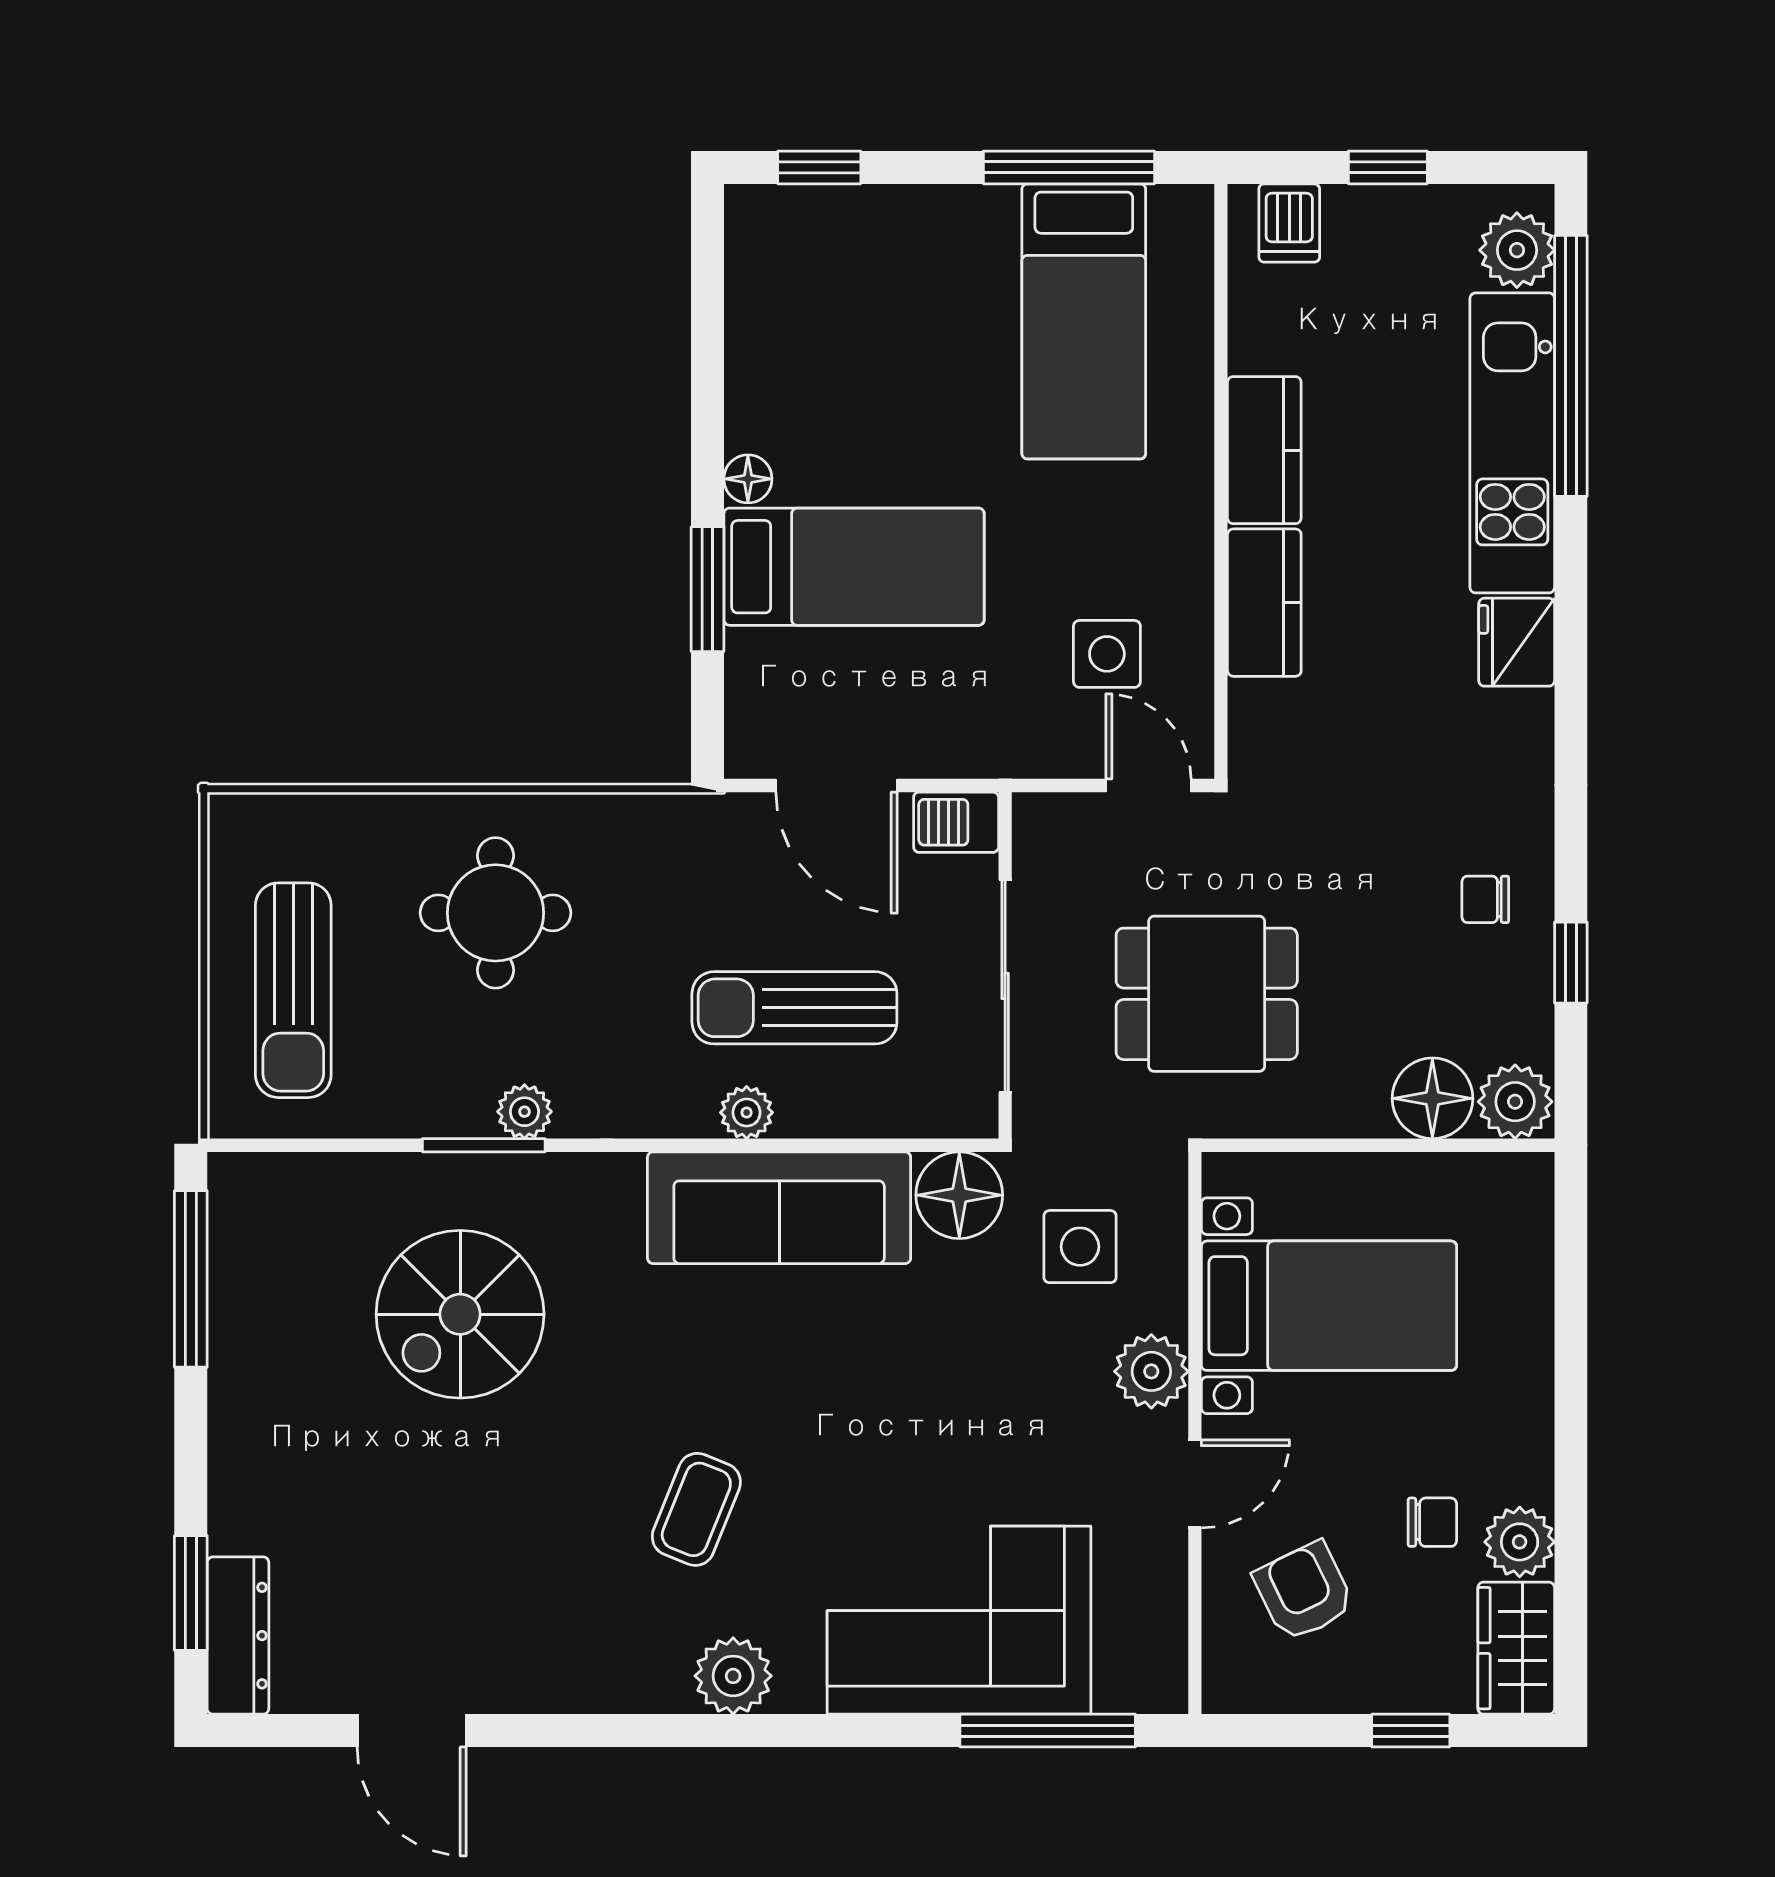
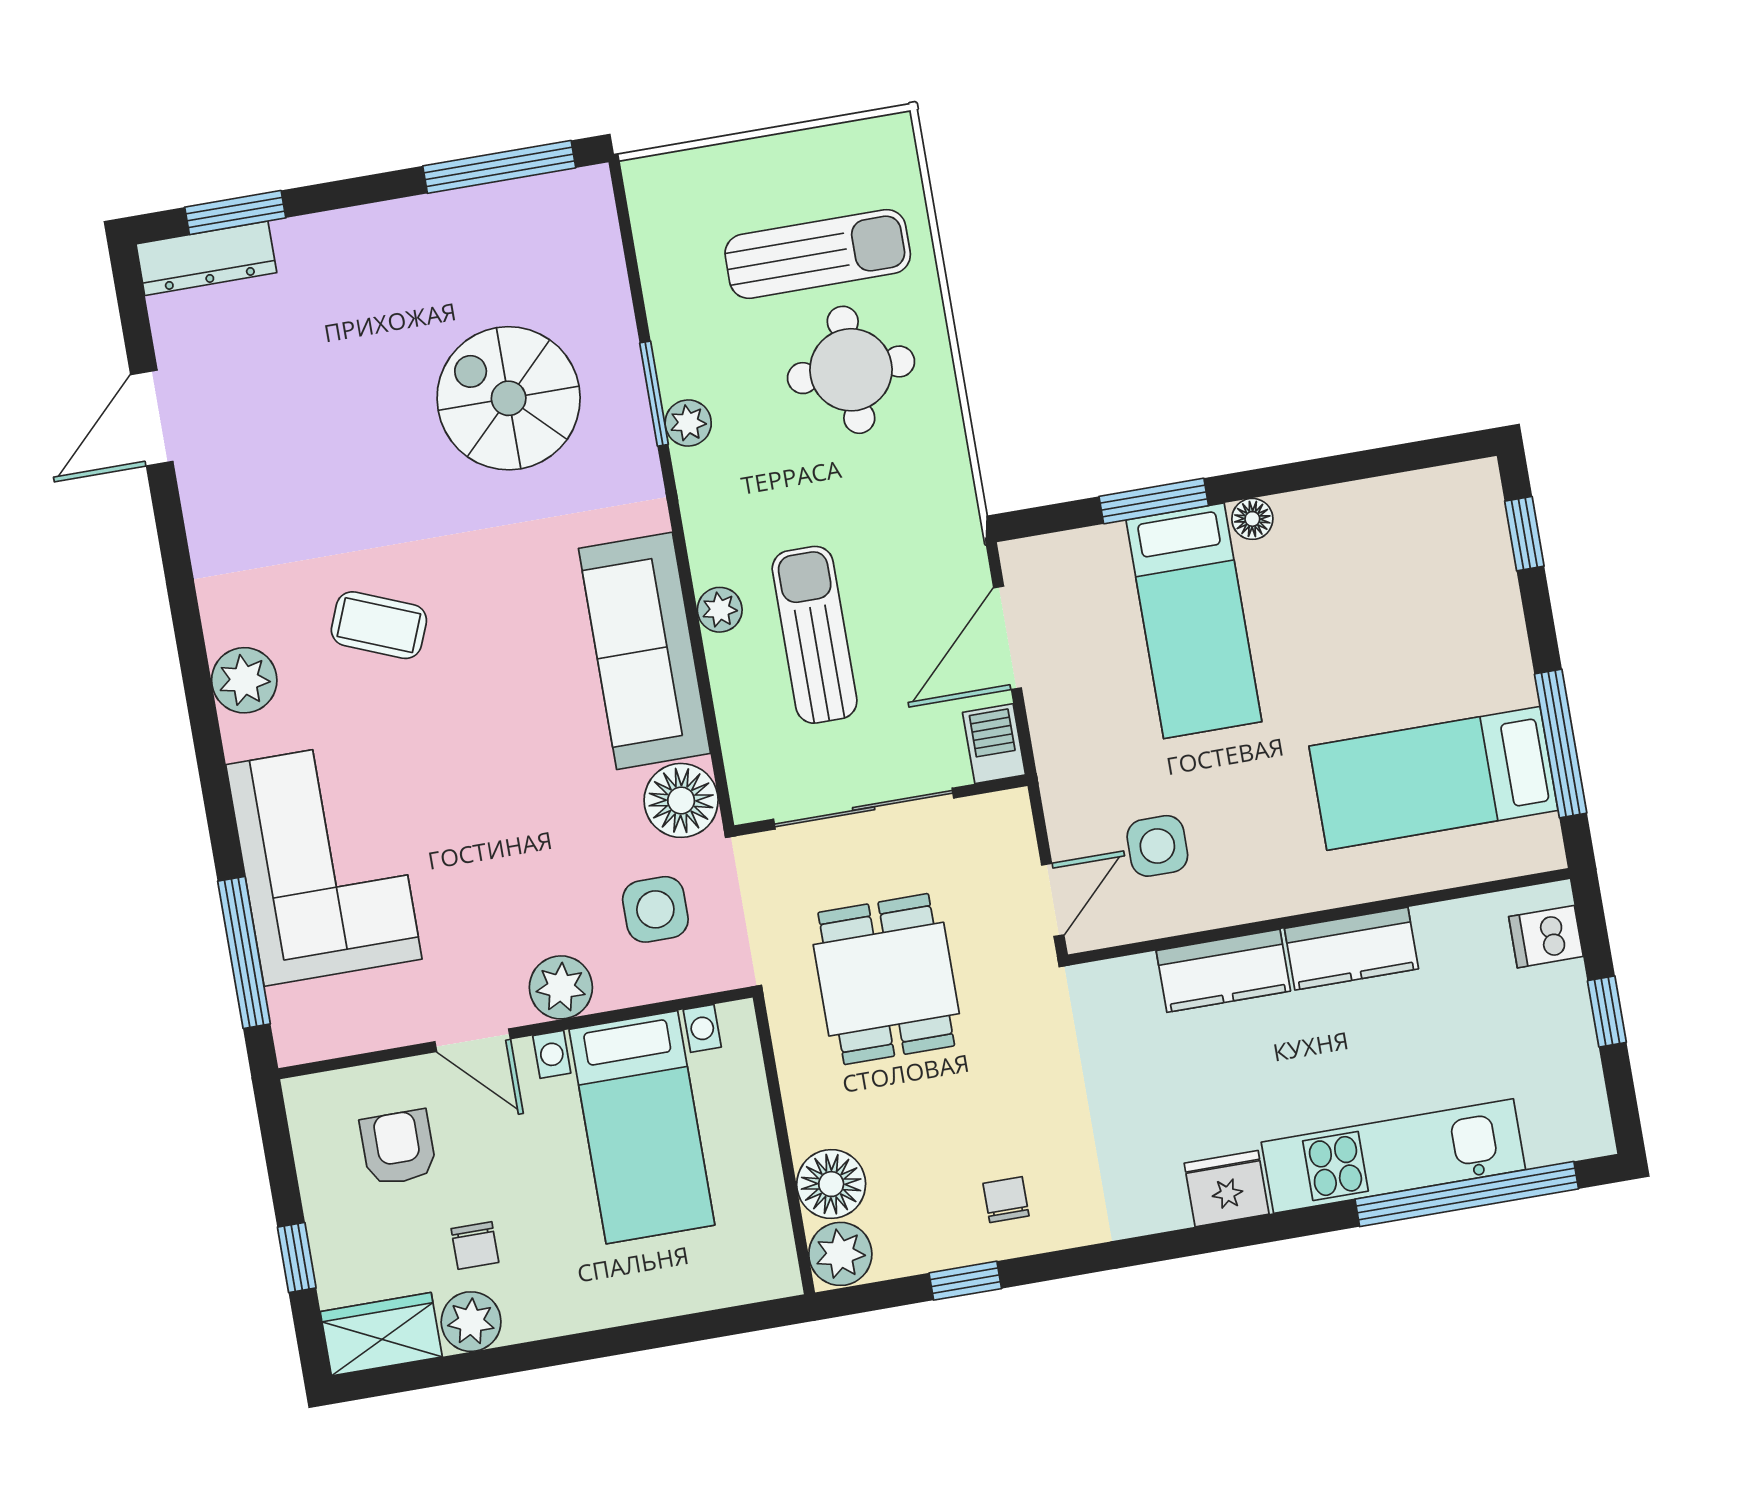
plant: (1517, 250) -> (1556, 1132), removed
sun lounger: (293, 990) -> (818, 254), moved, turned 180
armchair: (1304, 1591) -> (398, 1148), turned -64

